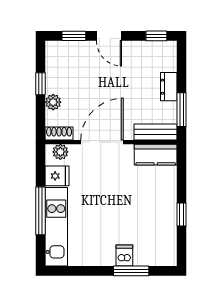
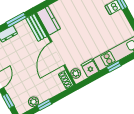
plant: (53, 102) -> (33, 102), moved
door: (102, 142) -> (58, 54), hinge flipped
window: (40, 211) -> (114, 67), width x0.46

